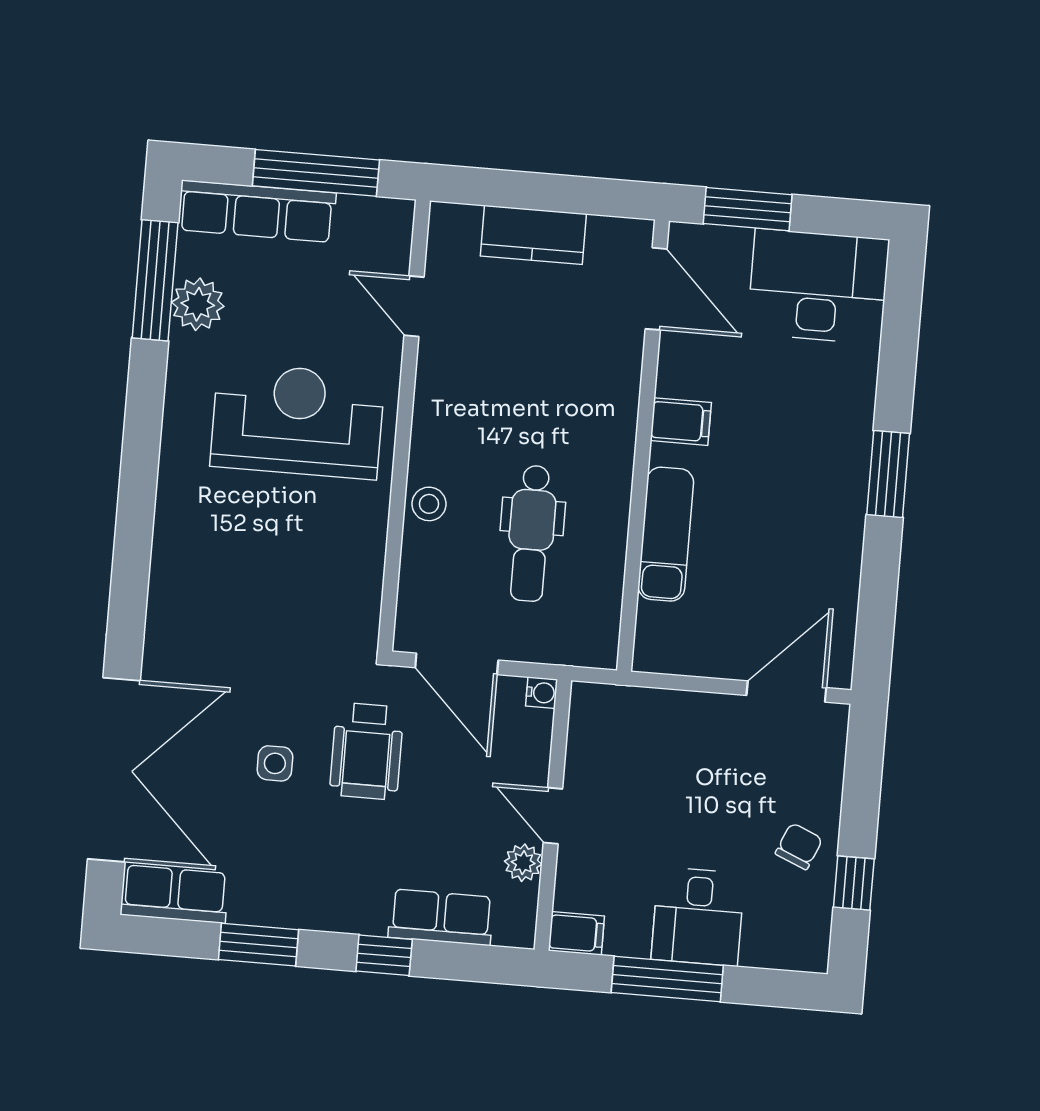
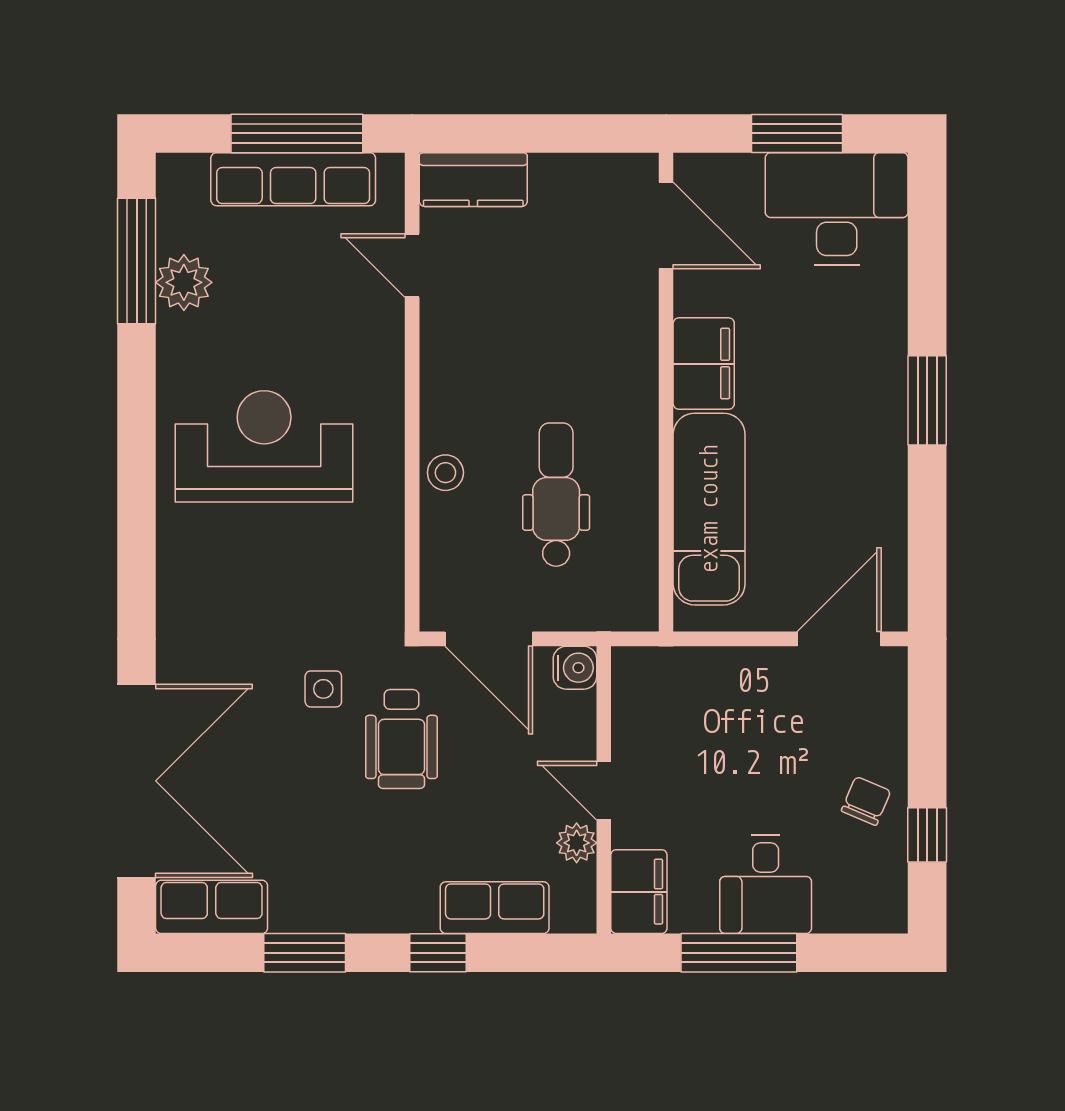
window: (748, 209) -> (797, 133), moved
row of seats: (257, 211) -> (293, 179), moved
kitchen counter: (533, 235) -> (473, 180), moved
reception desk: (297, 421) -> (264, 446), moved
filing cabinet: (681, 422) -> (704, 364), width x2.00
dental chair: (531, 533) -> (556, 495), turned 180
exam couch: (666, 534) -> (709, 509), width x1.36, depth x1.45
water cooler: (542, 693) -> (575, 668), width x1.38, depth x1.38
side table: (275, 763) -> (323, 689), moved
filing cabinet: (576, 933) -> (639, 892), width x2.00

